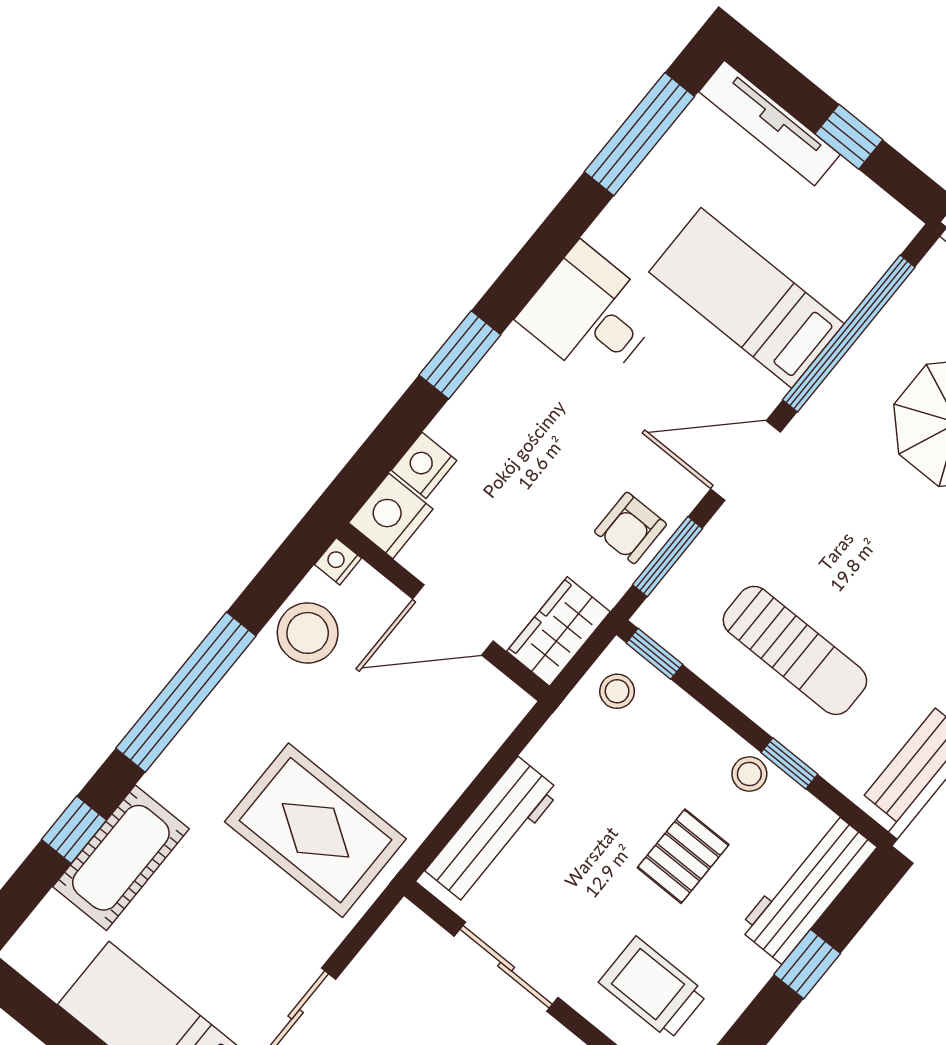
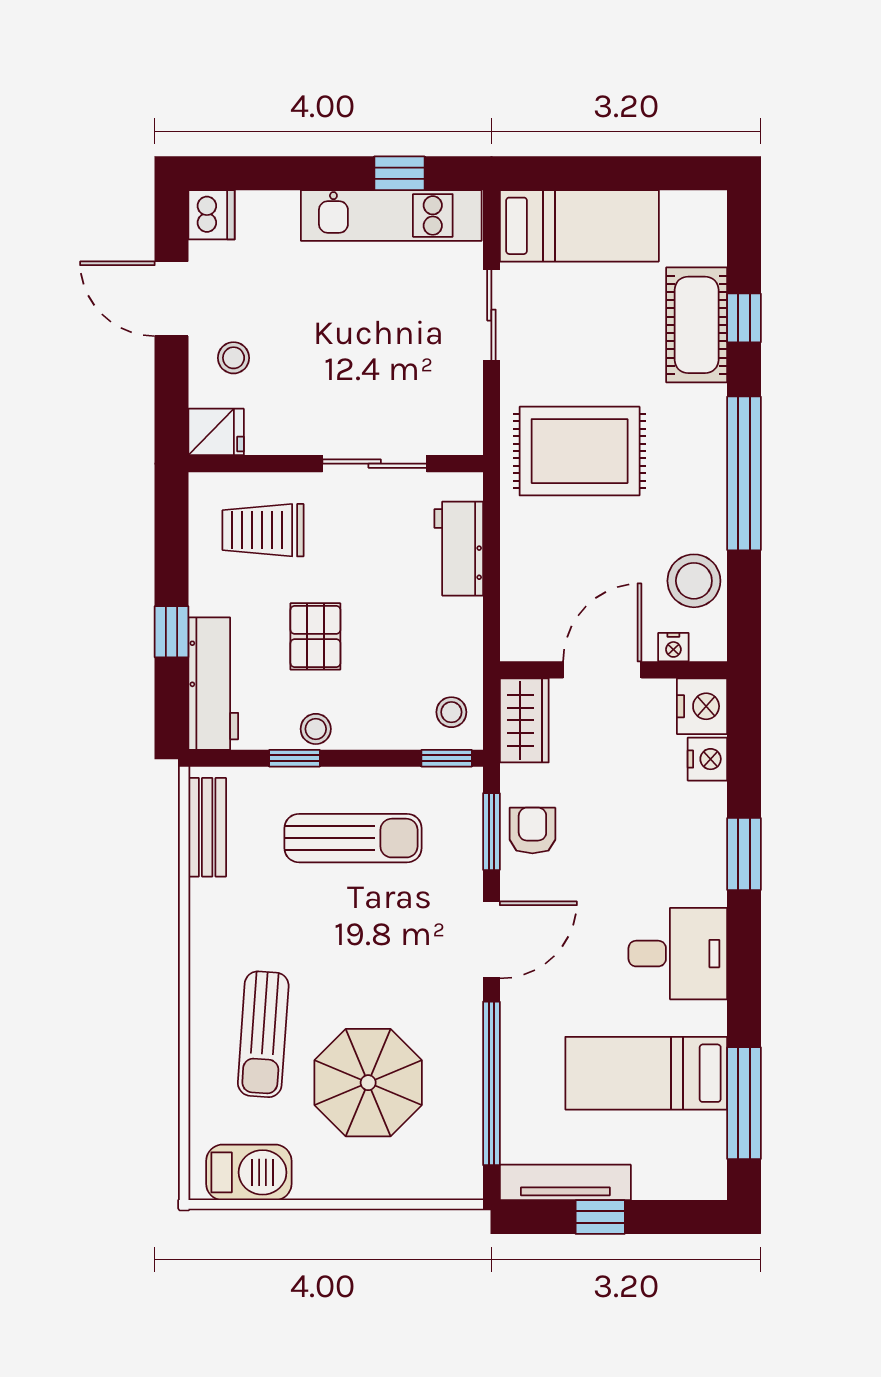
tv unit: (769, 123) -> (565, 1182), moved
bed: (746, 298) -> (646, 1073), moved, turned 180
nightstand: (338, 561) -> (673, 647), moved, turned 90
sun lounger: (795, 650) -> (353, 838), turned 180
workbench: (493, 831) -> (459, 549), width x0.73
trolley: (653, 988) -> (263, 530), turned 180

